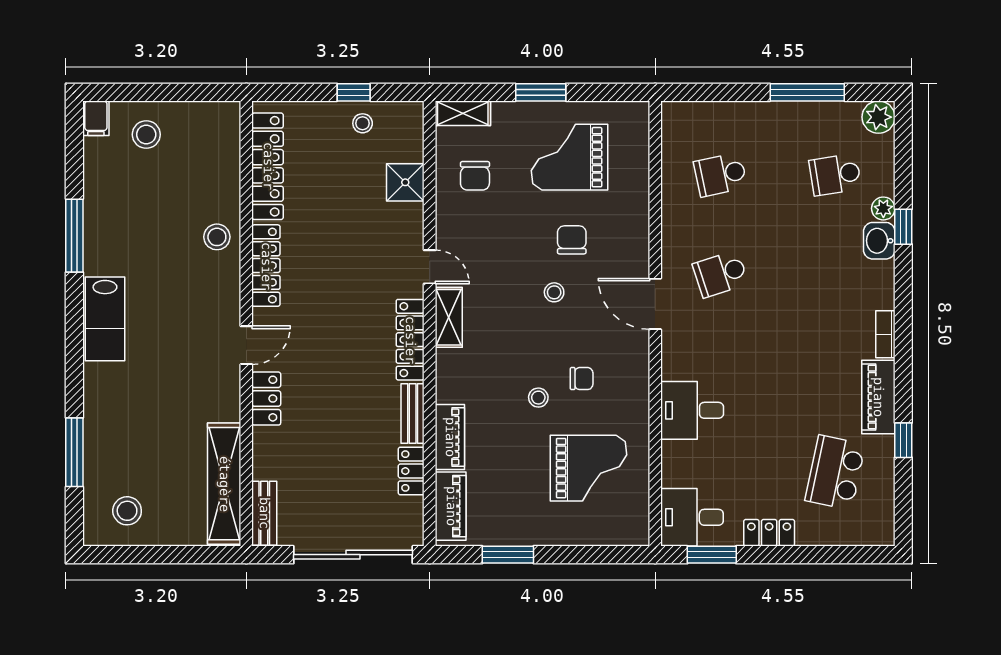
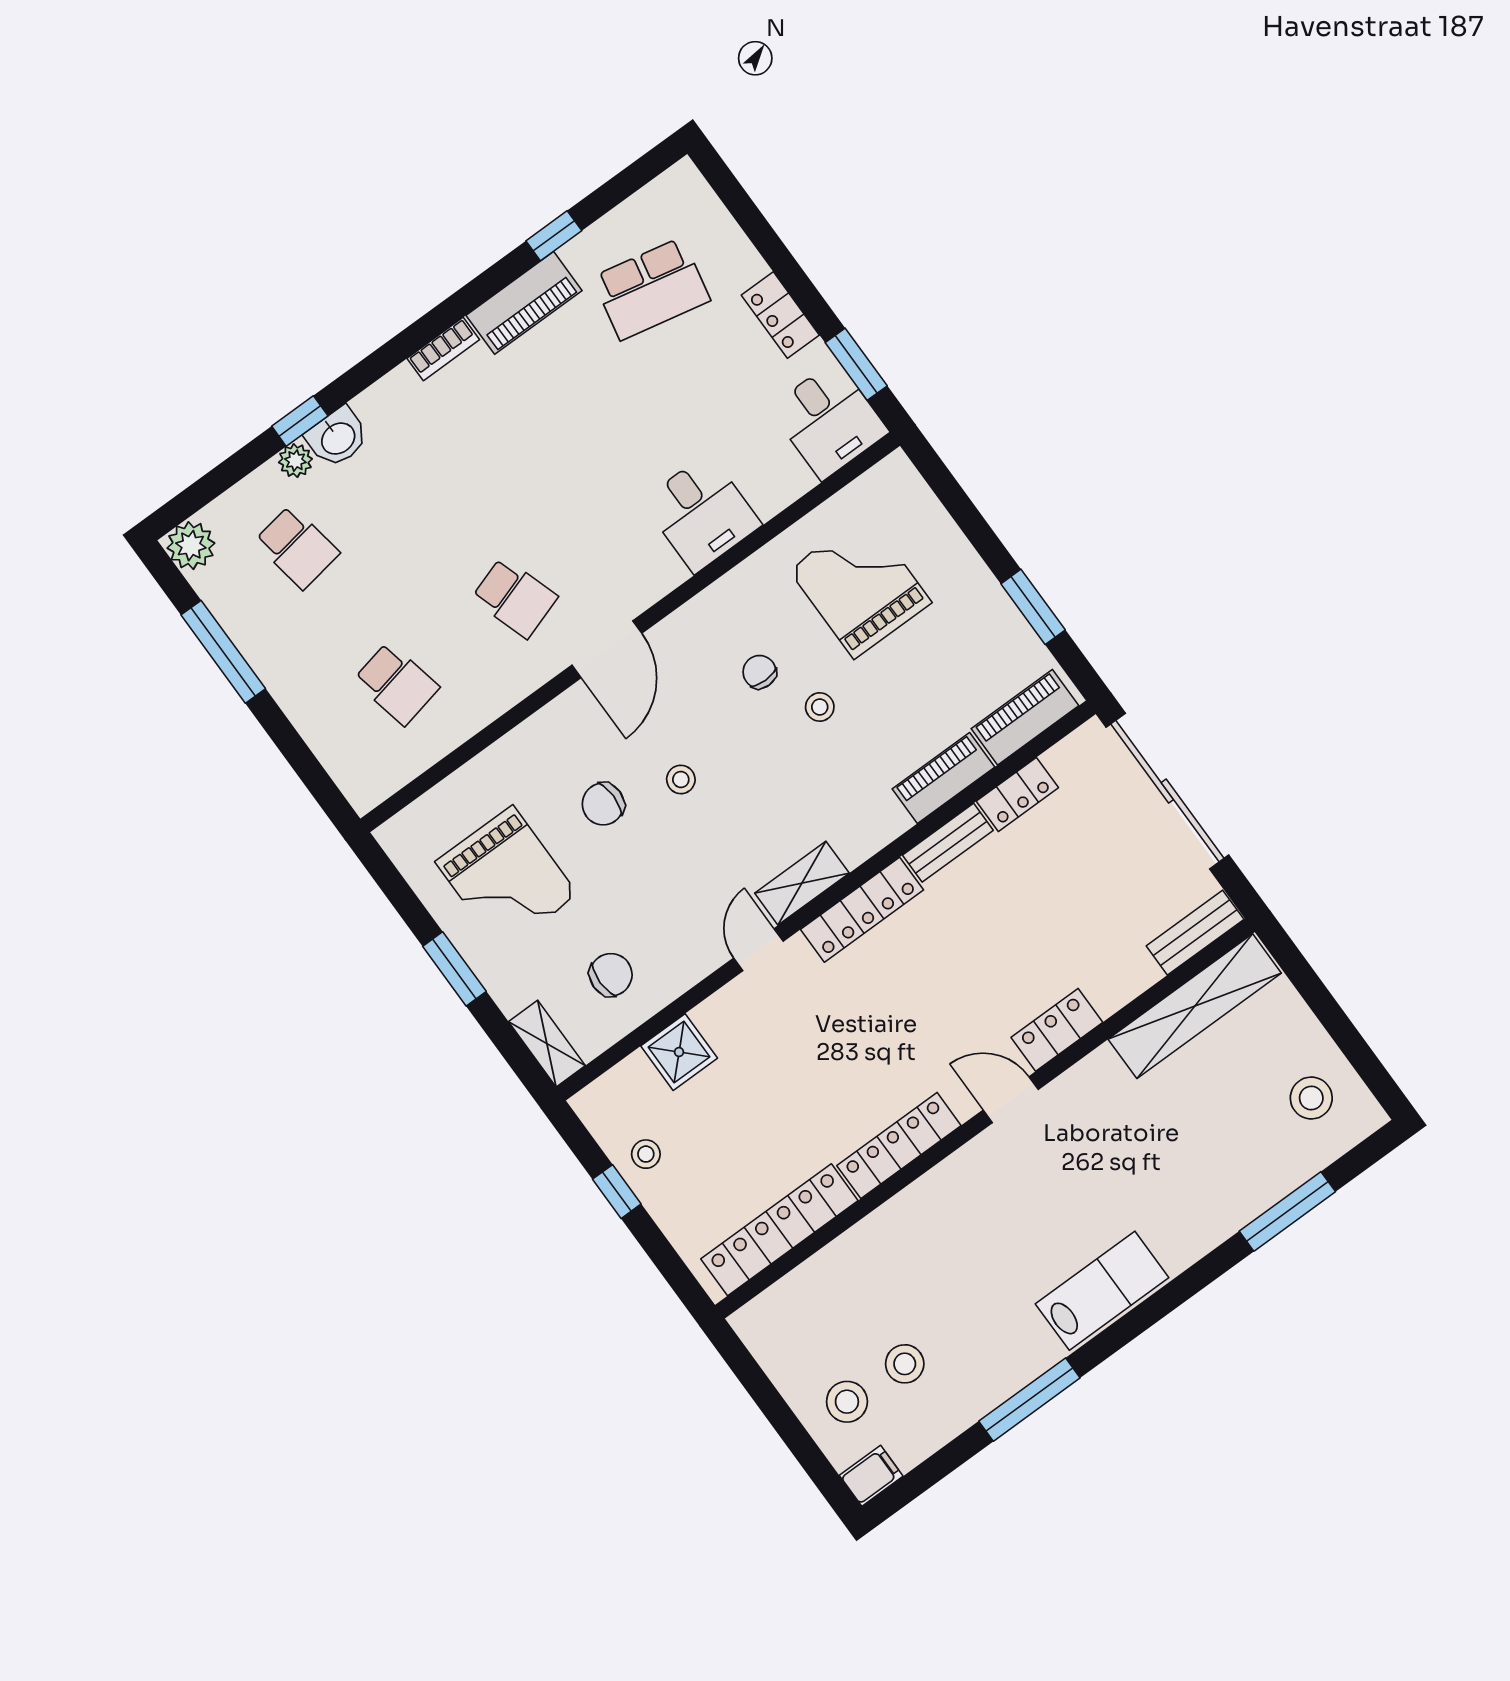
stool: (217, 237) -> (905, 1364), moved

